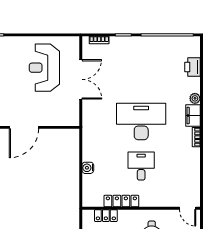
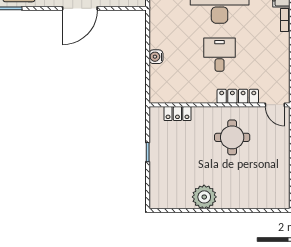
locker: (121, 201) -> (238, 96), moved

